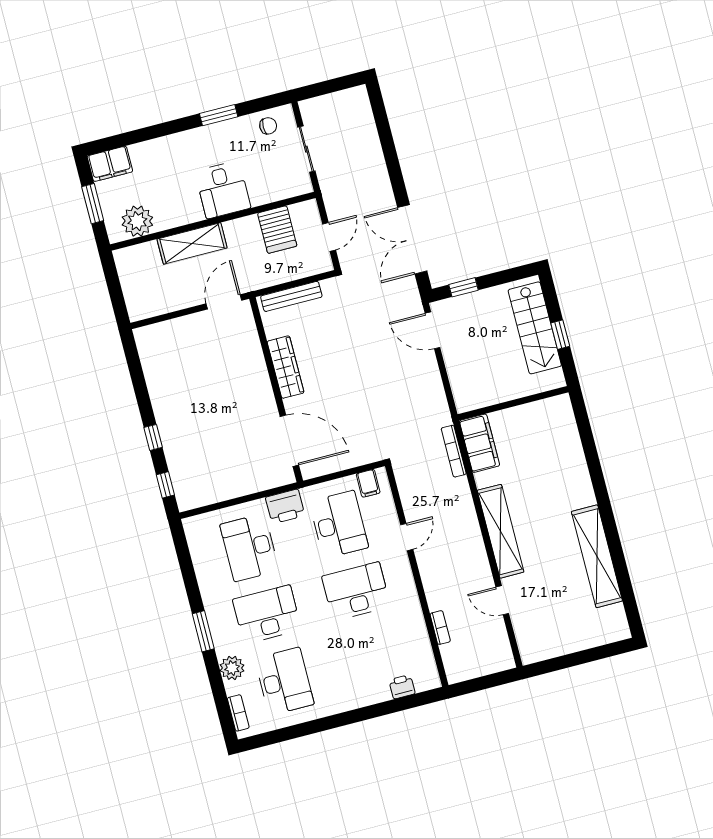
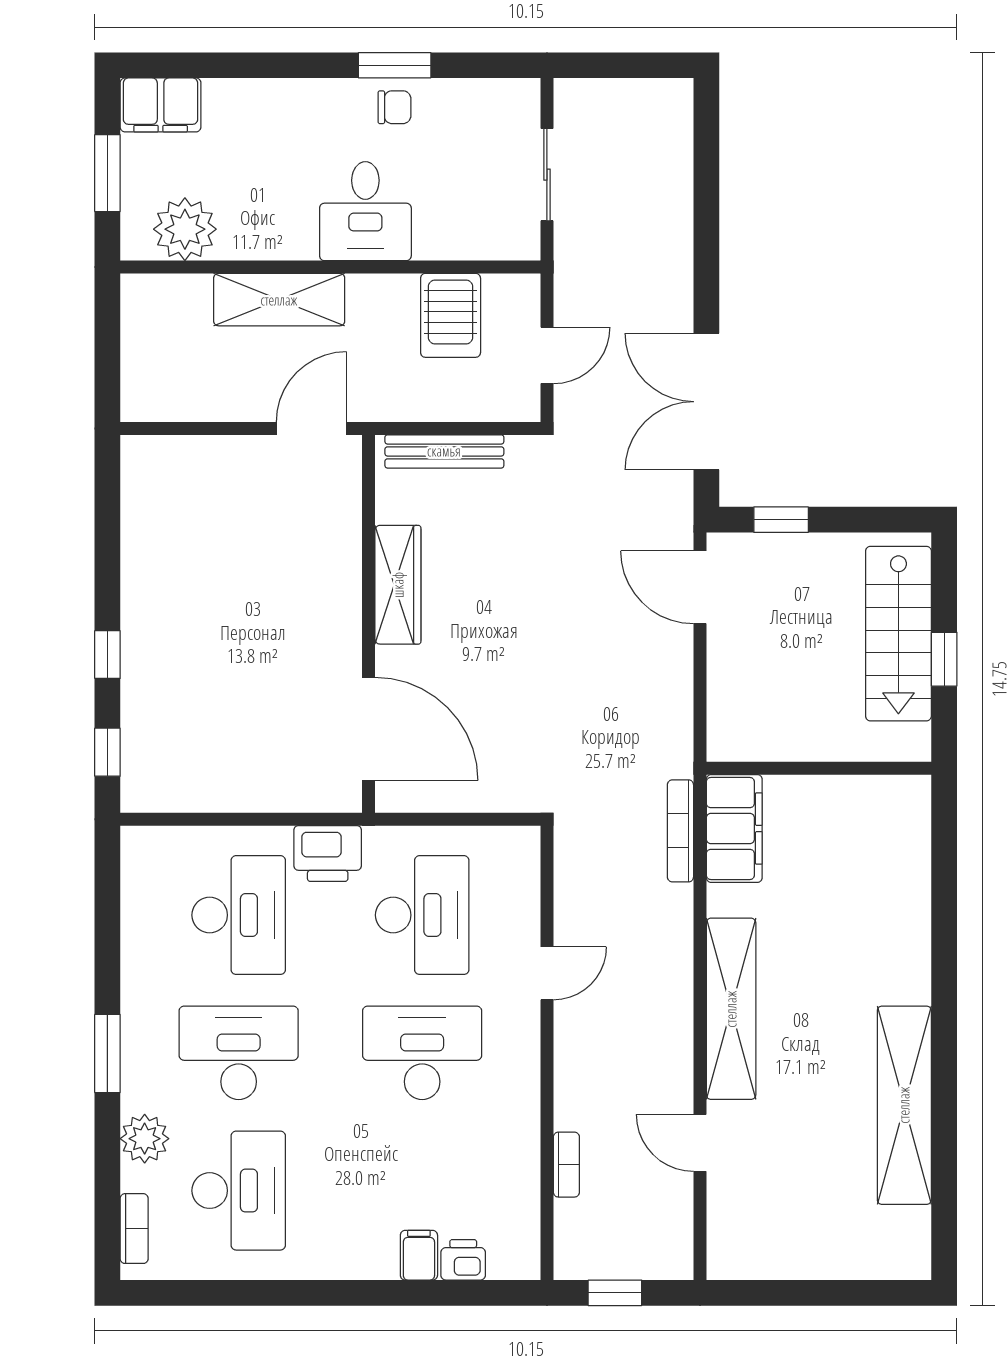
chair: (268, 126) -> (394, 107), moved
filing cabinet: (368, 483) -> (419, 1255), moved, turned 180
desk: (250, 548) -> (239, 915), turned 180
window: (480, 684) -> (615, 1293), added

